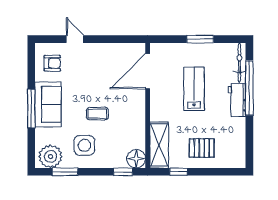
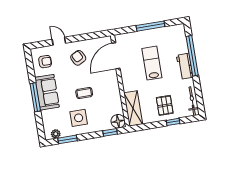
window: (200, 39) -> (150, 26), width x1.44
bicycle: (239, 63) -> (192, 101), moved
armchair: (97, 66) -> (78, 58), added
pallet: (202, 148) -> (165, 105), turned 90
plant: (50, 156) -> (56, 134), width x0.53, depth x0.53
window: (178, 172) -> (173, 122), moved

